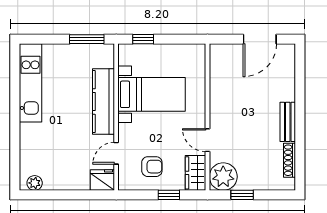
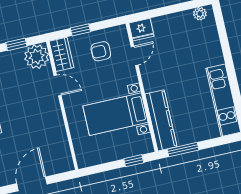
kitchen counter: (103, 102) -> (161, 120), moved

